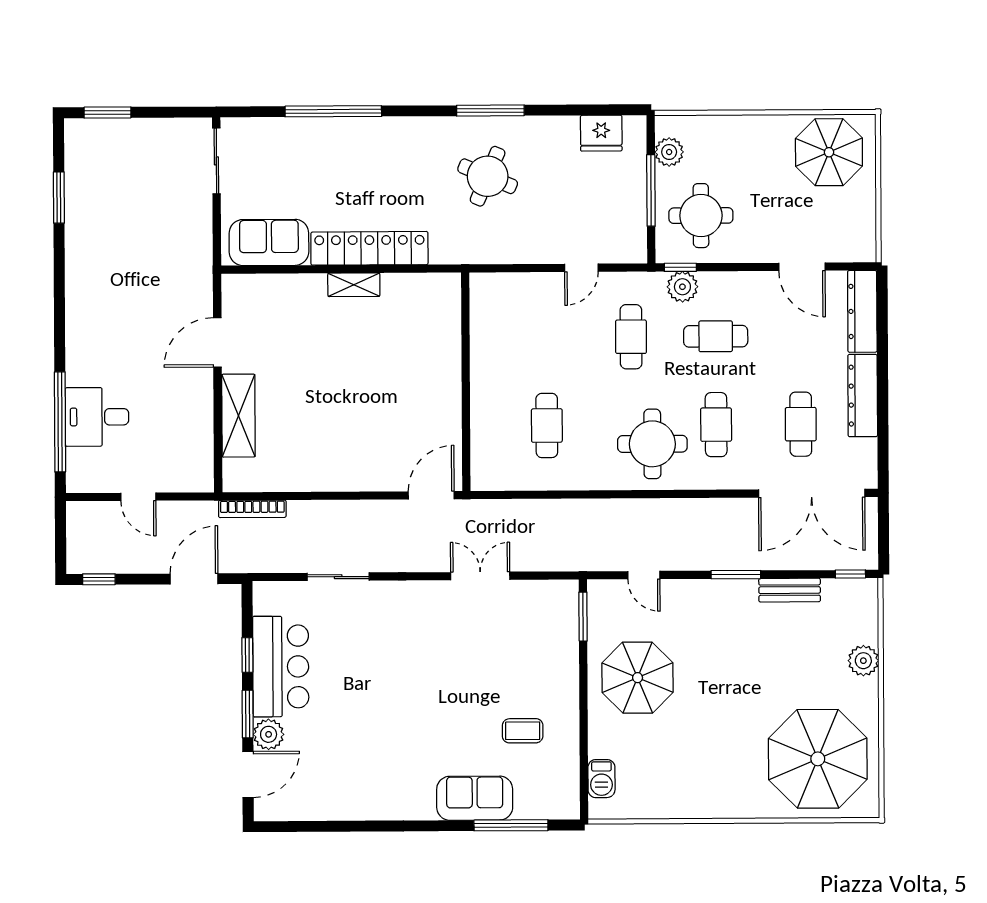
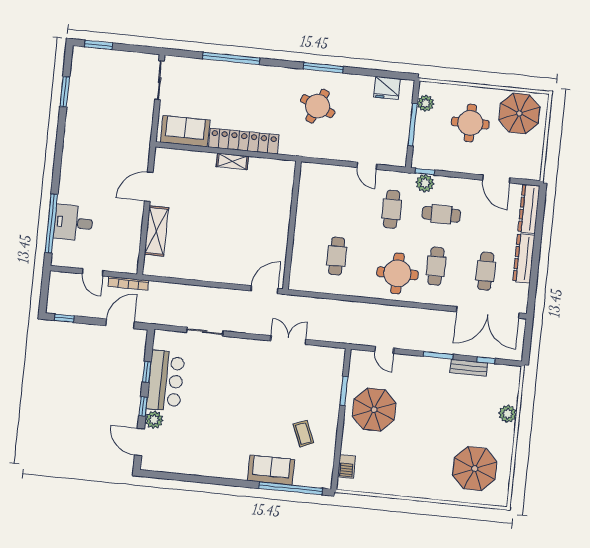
round table: (701, 216) -> (470, 123), moved
door: (581, 268) -> (367, 166), hinge flipped
bookcase: (252, 509) -> (128, 283), moved
window: (850, 574) -> (486, 360), moved
window: (583, 617) -> (344, 391), moved
window: (248, 714) -> (143, 407), width x0.67
coffee table: (523, 731) -> (303, 434), turned 68
parasol: (818, 759) -> (475, 469), width x0.73, depth x0.73
door: (248, 775) -> (140, 442), swing flipped
window: (511, 825) -> (291, 488), width x1.46

